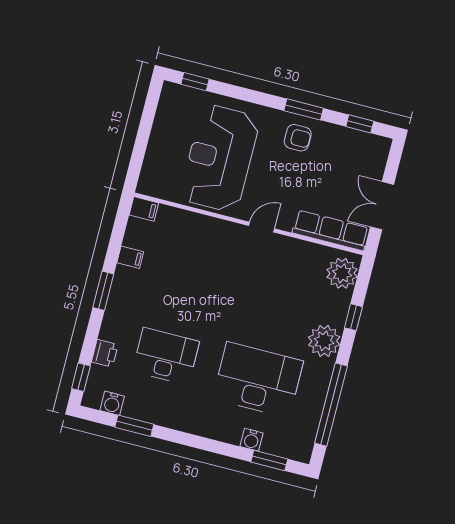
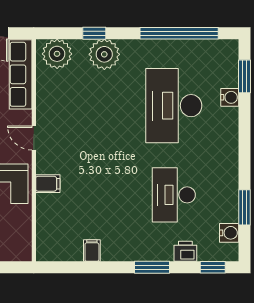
filing cabinet: (144, 209) -> (48, 184), moved, turned 90
window: (103, 291) -> (152, 267), moved
plant: (324, 341) -> (104, 54), moved

